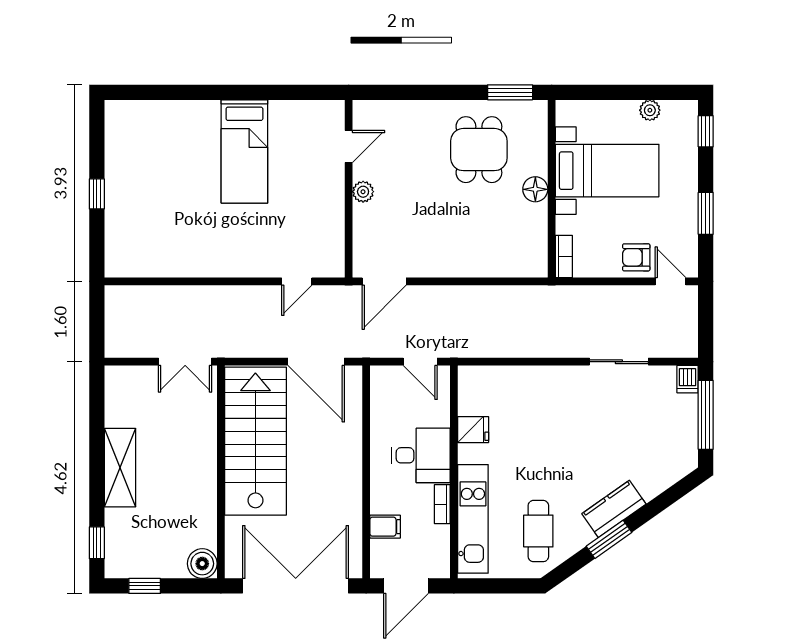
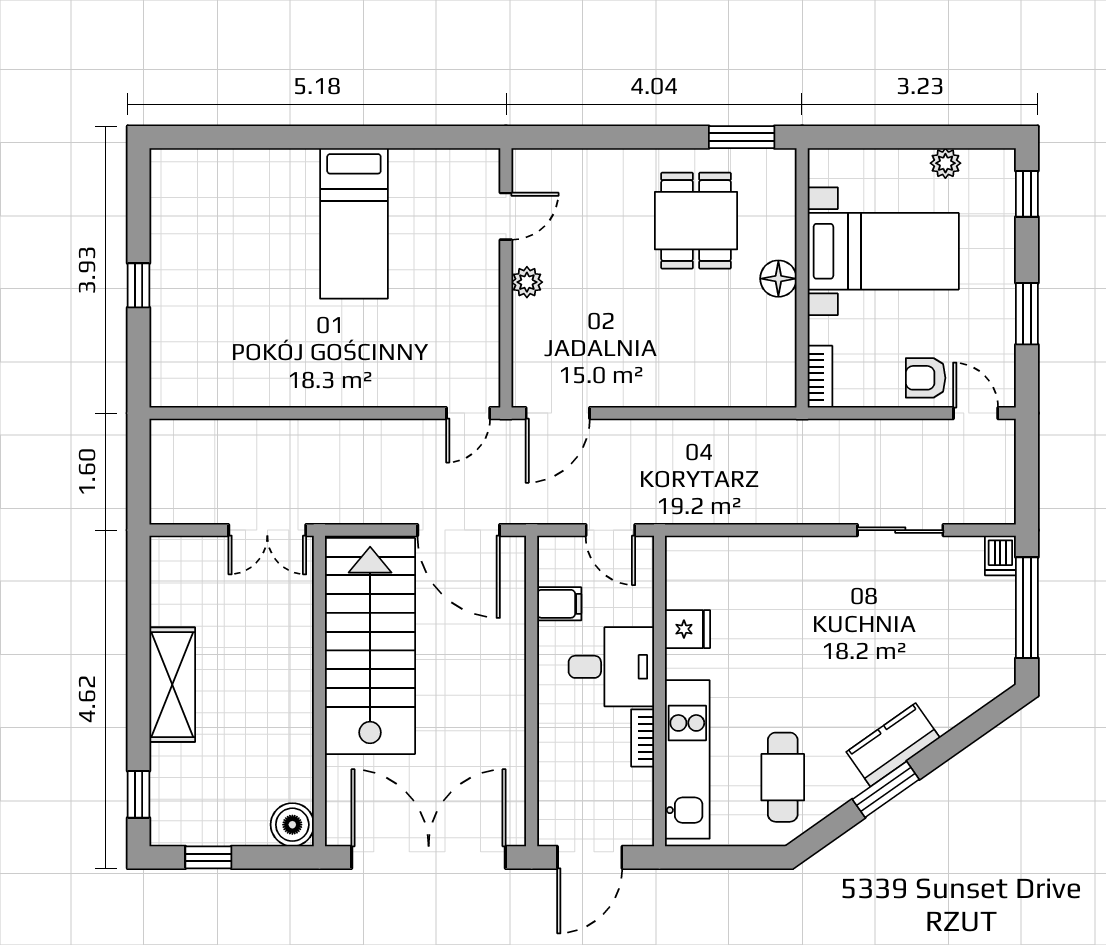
door: (297, 281) -> (468, 413), moved
filing cabinet: (385, 527) -> (559, 604), moved

